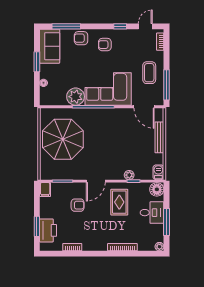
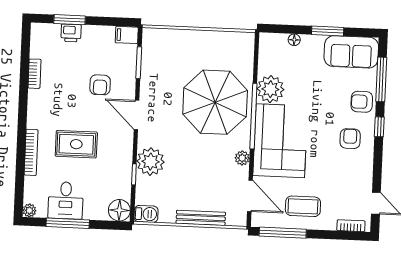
window: (120, 26) -> (379, 127), moved
armchair: (81, 38) -> (362, 102), turned -90
door: (144, 107) -> (250, 196), swing flipped
plant: (120, 113) -> (242, 158), added
parasol: (63, 139) -> (215, 102), moved
plant: (129, 175) -> (151, 162), width x1.88, depth x1.88
rug: (119, 202) -> (76, 144), moved
desk: (152, 213) -> (66, 200), moved
printer: (48, 230) -> (71, 33), width x0.53, depth x0.68

